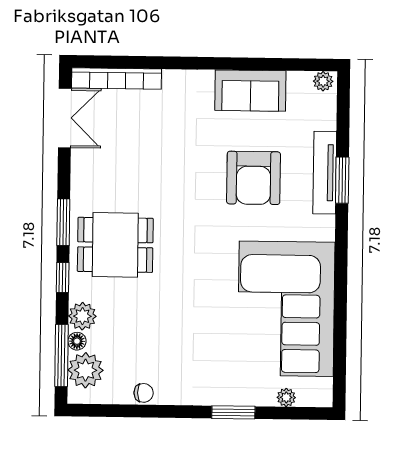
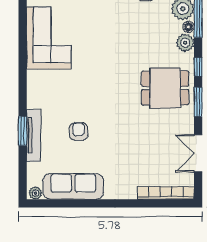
sofa: (250, 91) -> (73, 187), width x1.36
double door: (65, 118) -> (198, 153), moved
armchair: (254, 178) -> (78, 131), width x0.53, depth x0.53
corner sofa: (286, 309) -> (49, 38), width x0.73, depth x0.74

